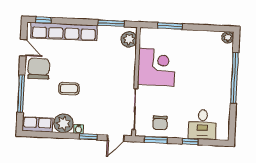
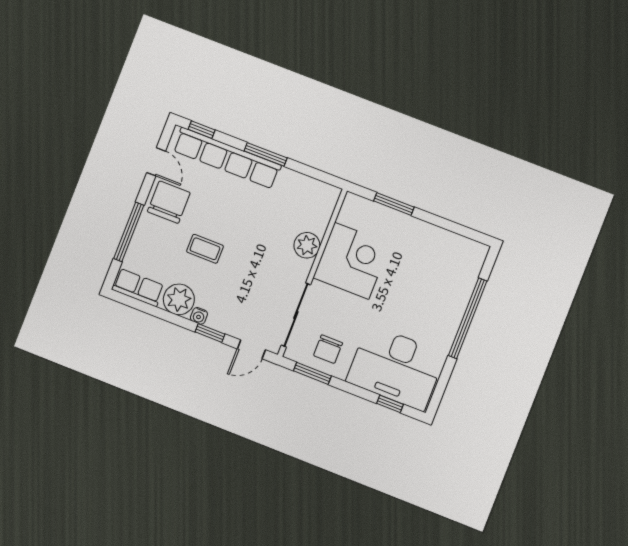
window: (111, 23) -> (266, 154), moved
plant: (228, 37) -> (478, 252), removed
plant: (129, 39) -> (307, 245), moved
desk: (202, 124) -> (396, 367), width x1.87, depth x1.30
window: (190, 141) -> (390, 404), moved

